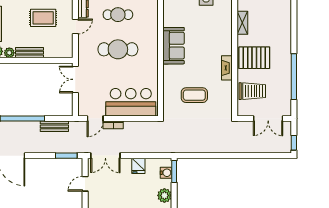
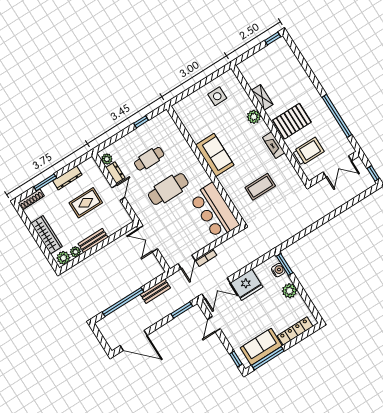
plant: (225, 34) -> (254, 117), added
bar counter: (131, 102) -> (214, 211), moved, turned -90
fridge: (138, 166) -> (247, 285), width x1.88, depth x1.34

